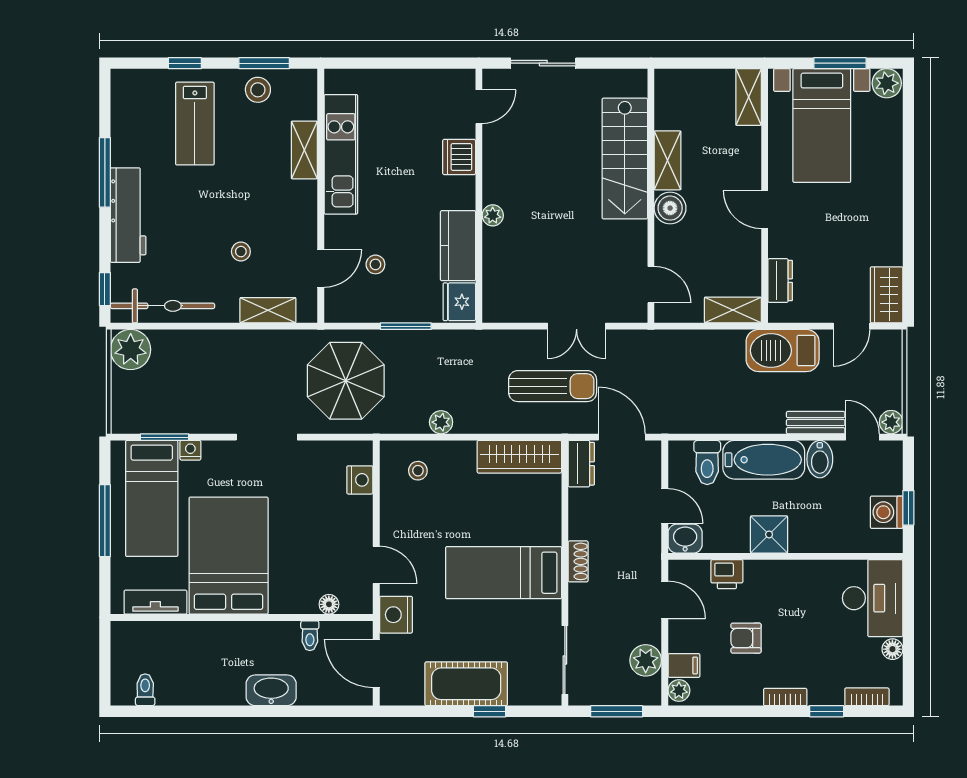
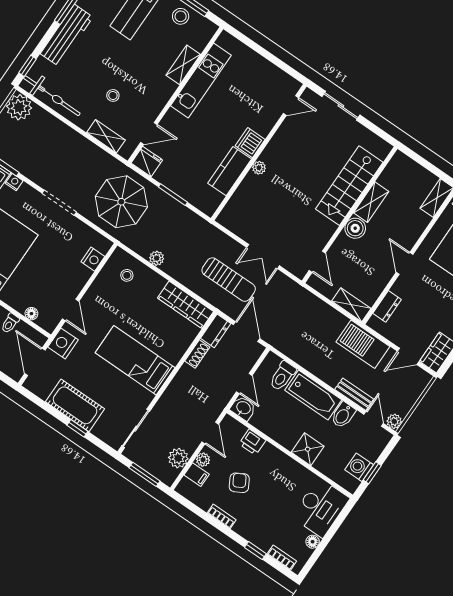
dishwasher: (459, 157) -> (250, 143), moved
stool: (375, 264) -> (179, 151), removed
fridge: (459, 302) -> (147, 162), moved, turned 90
shower: (769, 534) -> (308, 449), moved
shoe rack: (578, 561) -> (197, 354), moved
armchair: (746, 638) -> (239, 483), turned 61
plant: (679, 691) -> (203, 460), moved
bookcase: (785, 697) -> (222, 516), moved

